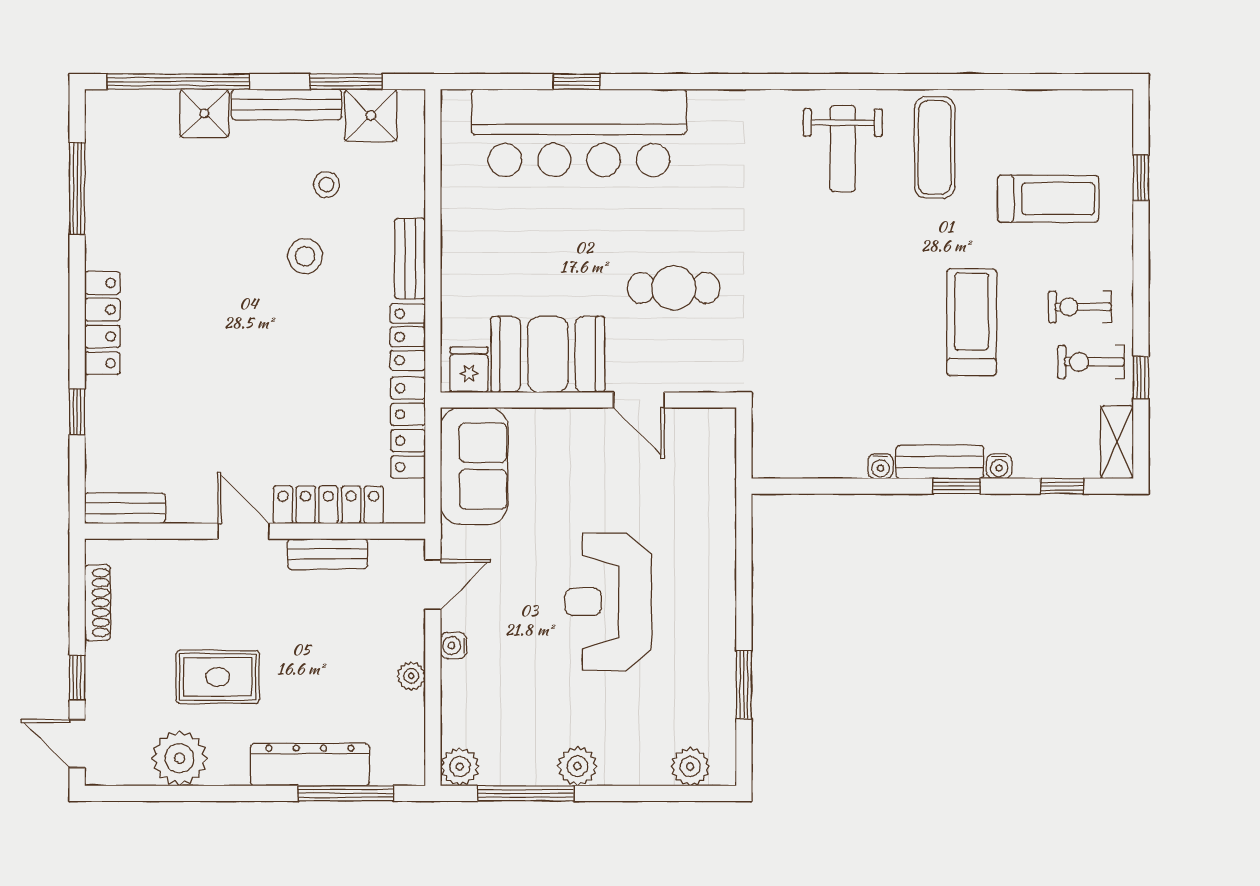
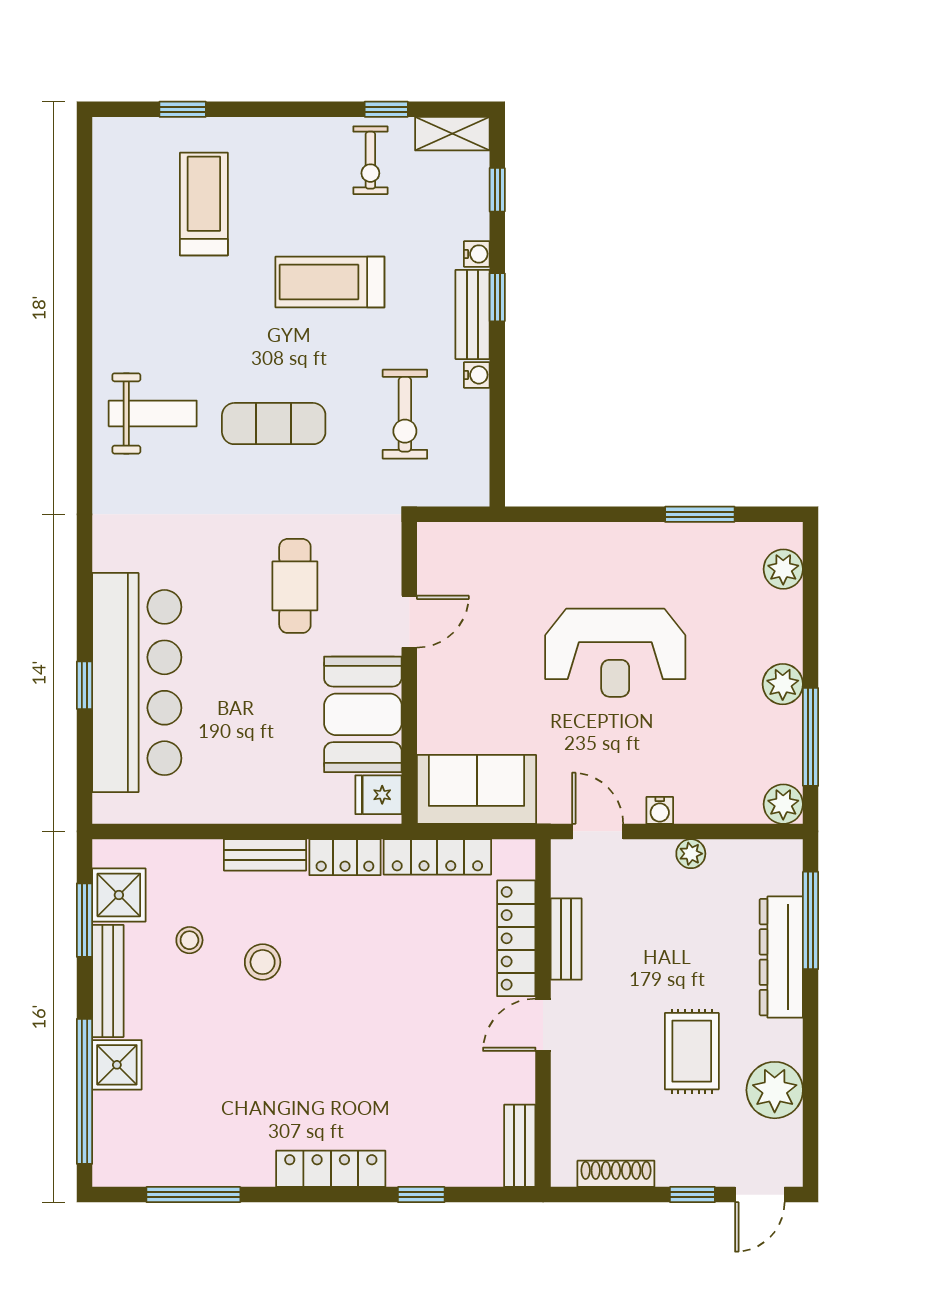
exercise mat: (935, 147) -> (274, 424), moved
exercise bike: (1080, 307) -> (405, 414), moved, width x1.38, depth x1.39

